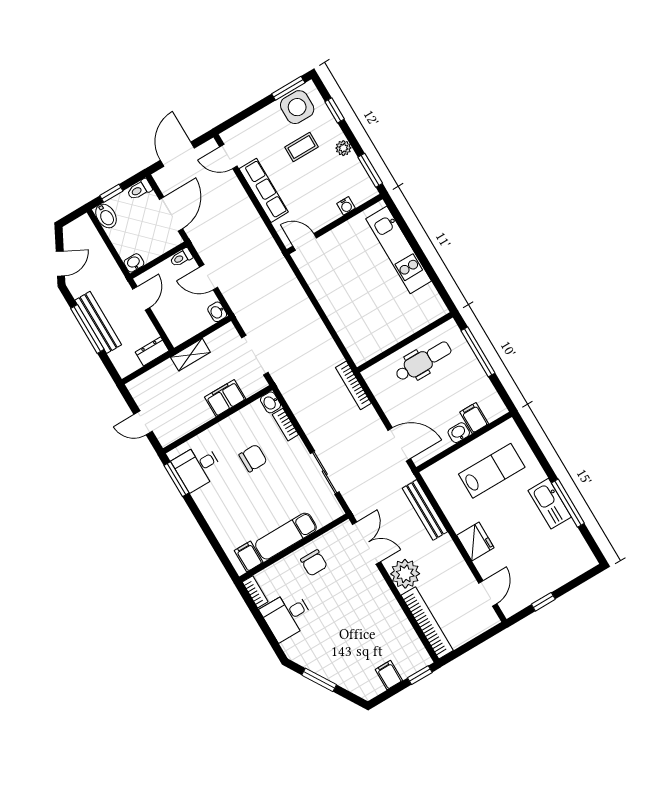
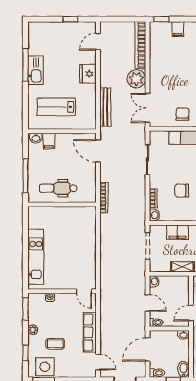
washbasin: (459, 433) -> (36, 138), moved

